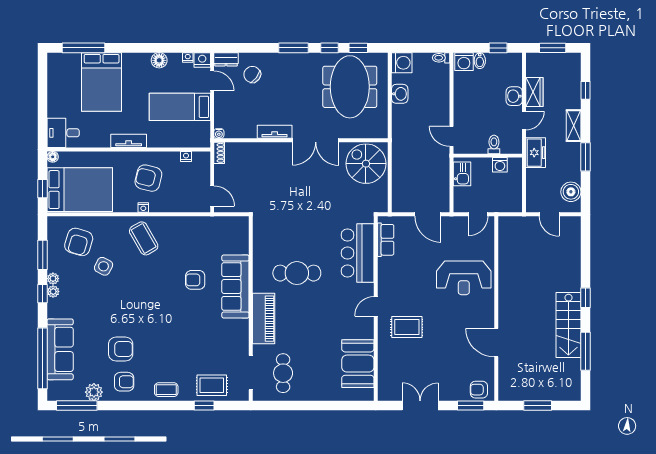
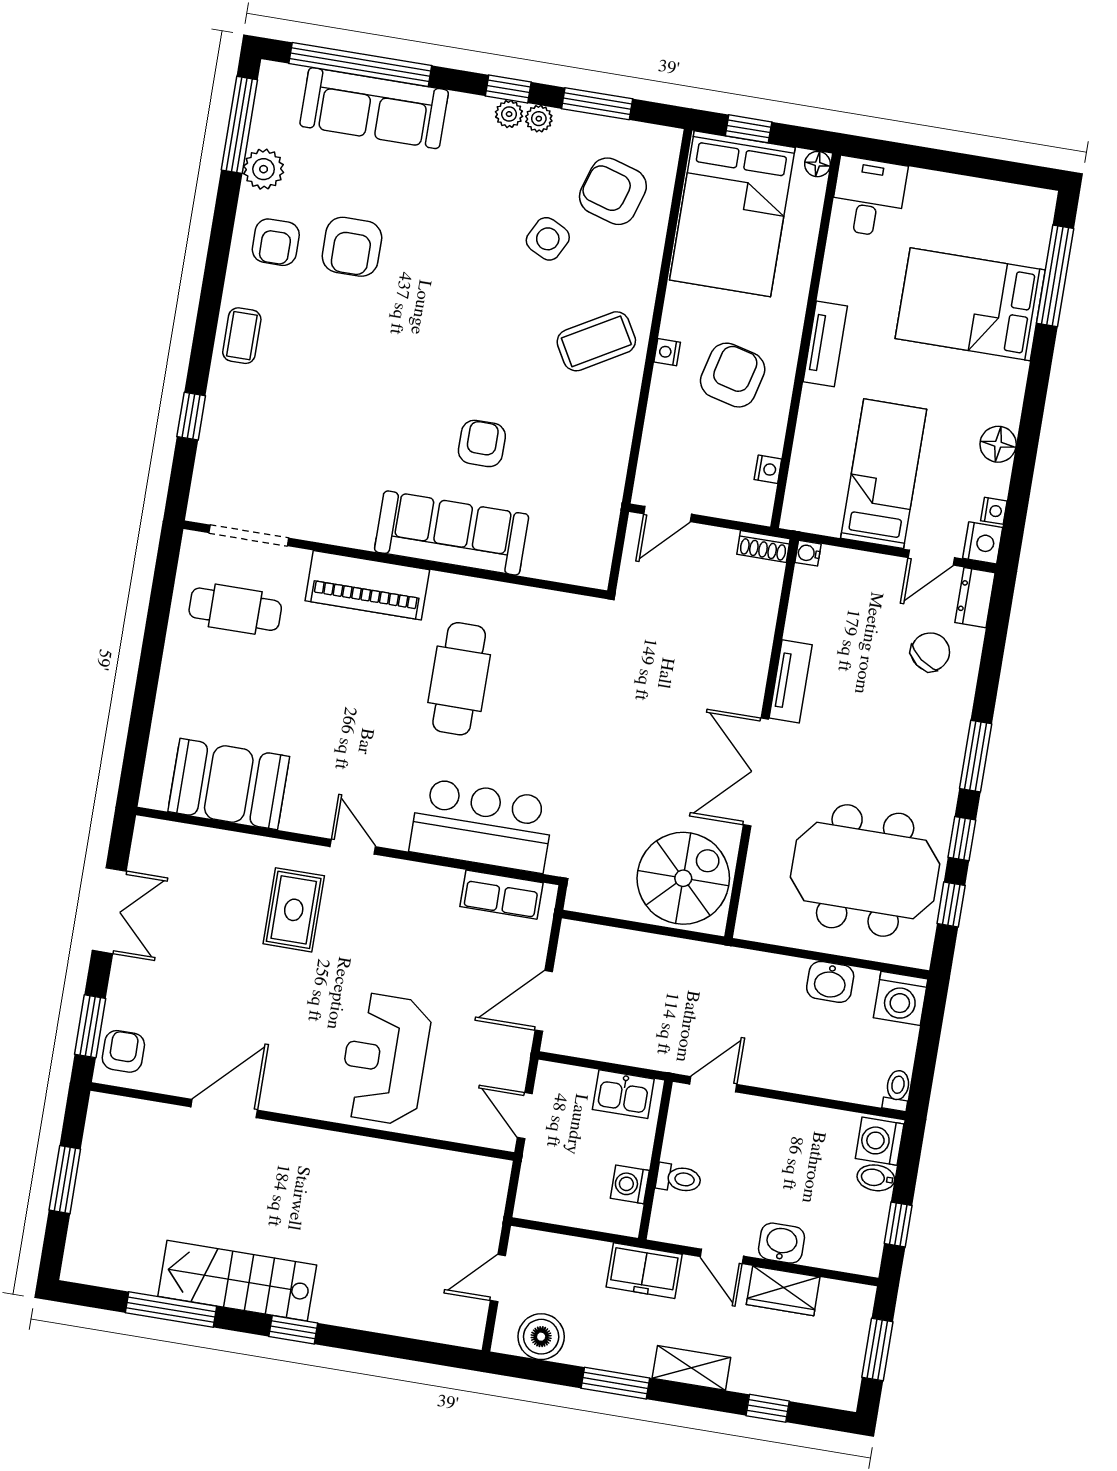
rug: (212, 385) -> (235, 441), removed

